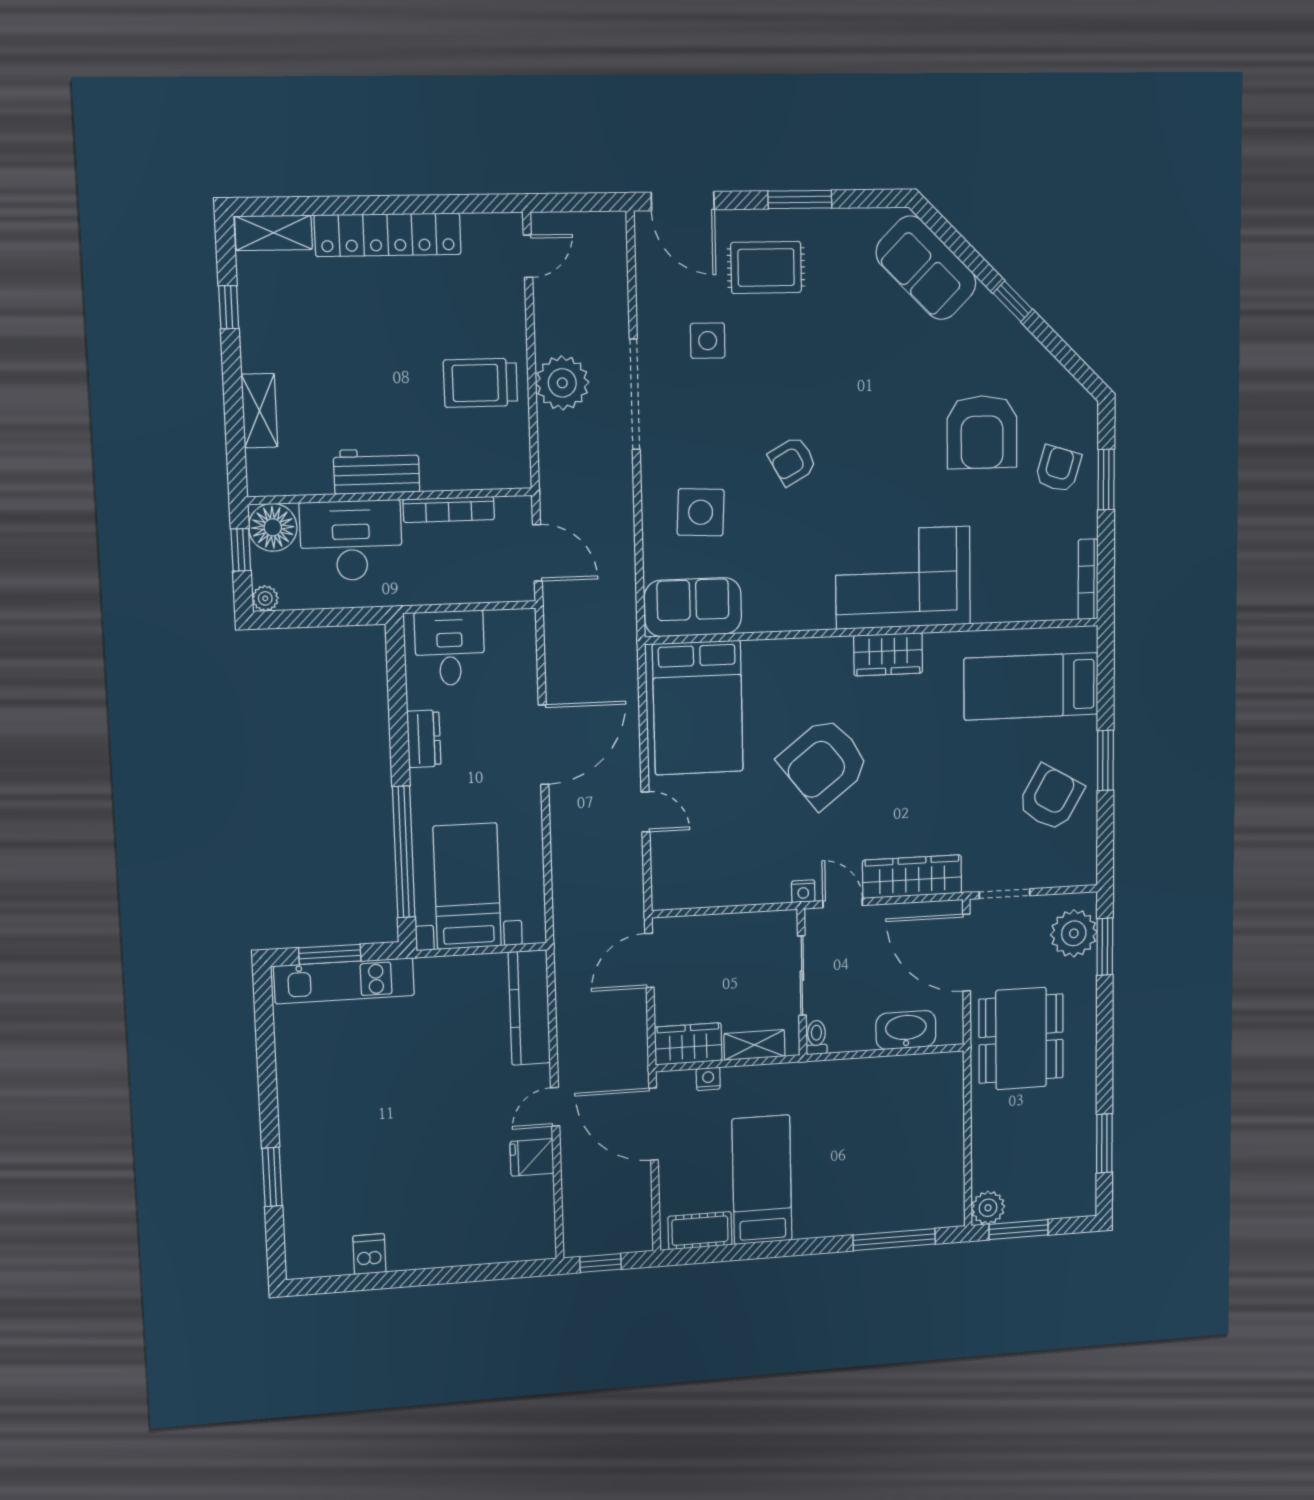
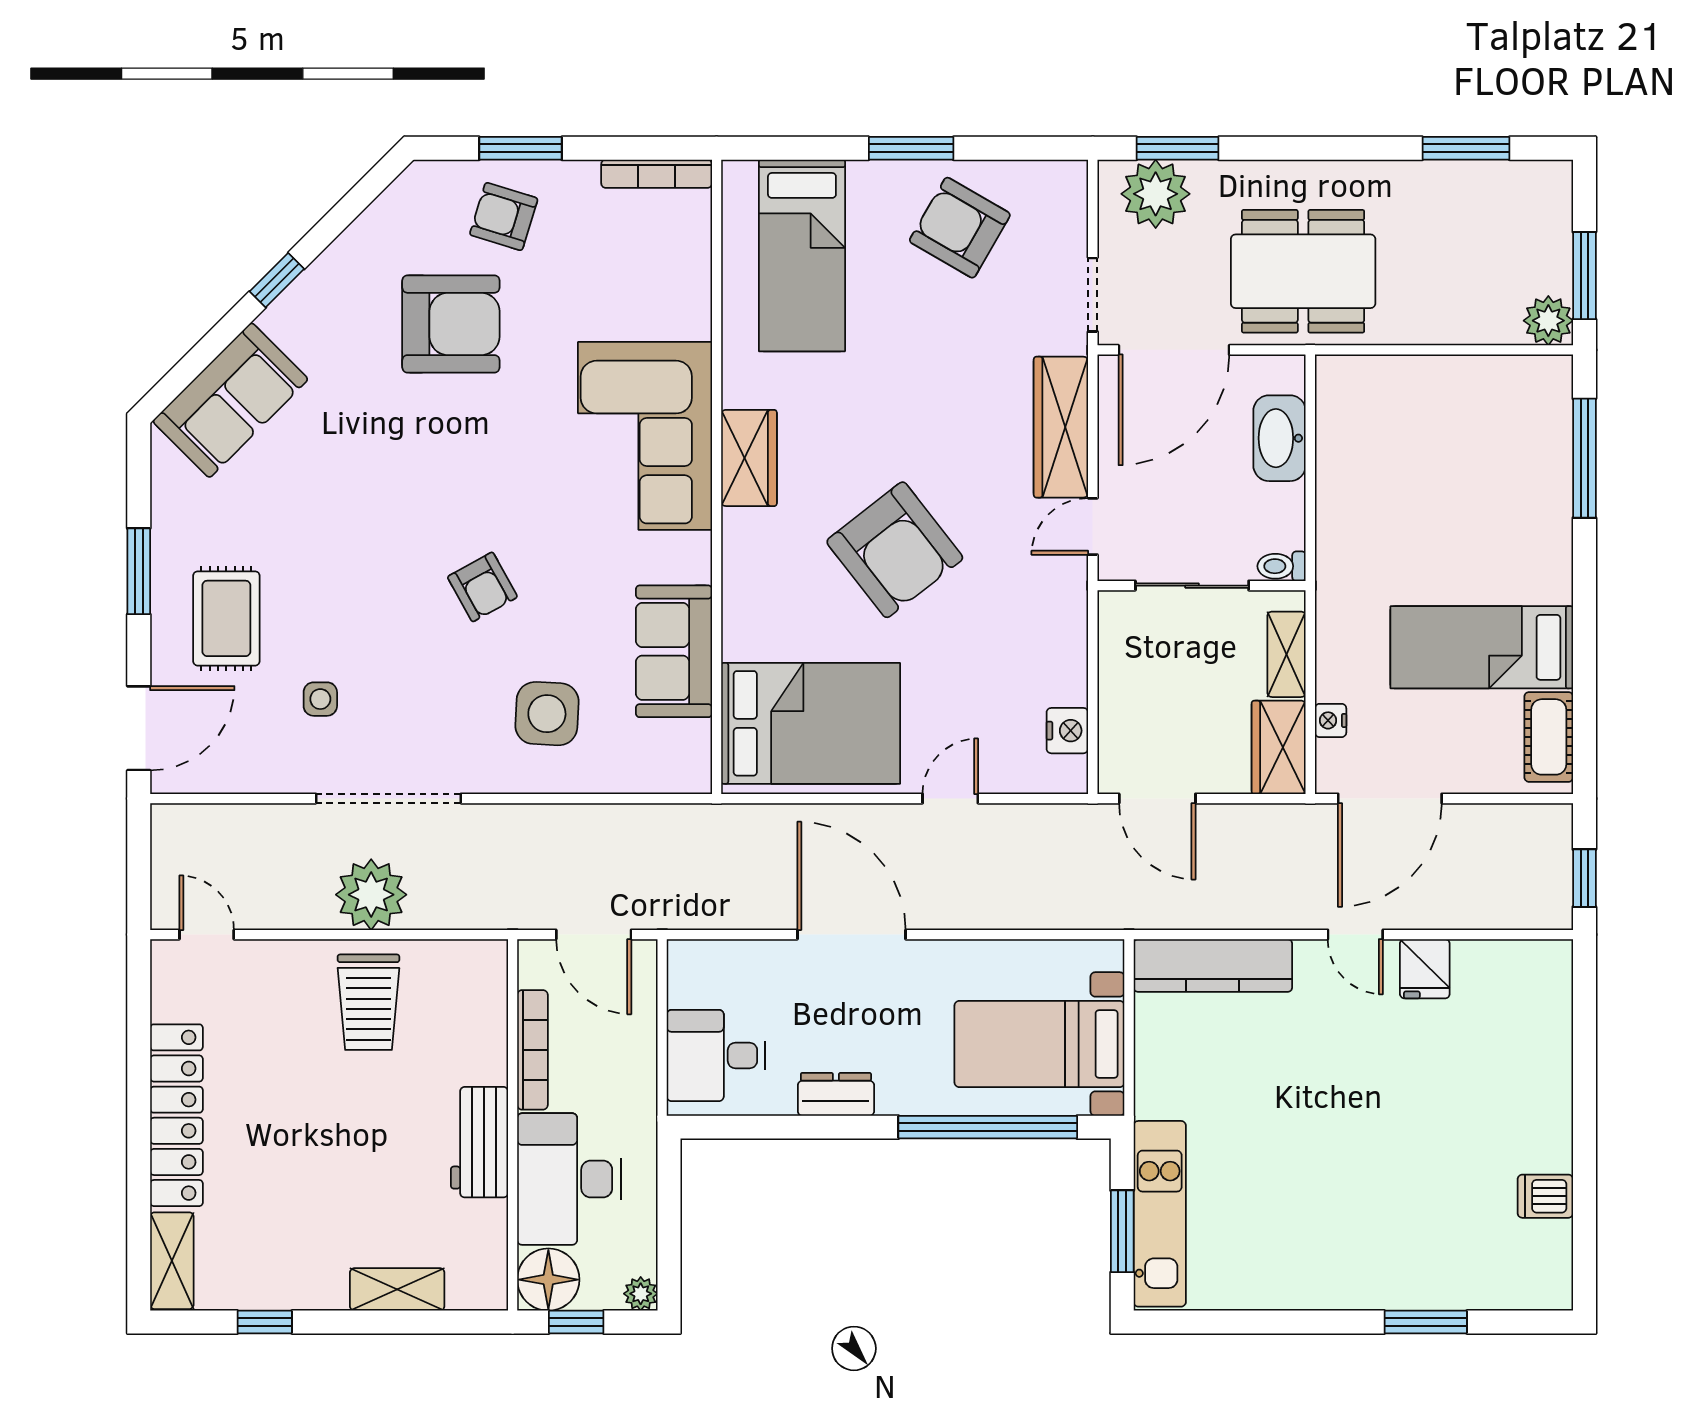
side table: (708, 341) -> (320, 699), width x0.73, depth x0.73
door: (537, 553) -> (594, 935), swing flipped
sofa: (693, 607) -> (674, 651), moved
nightstand: (803, 891) -> (1067, 731), moved, width x1.39, depth x1.35

